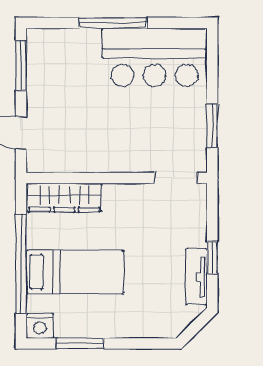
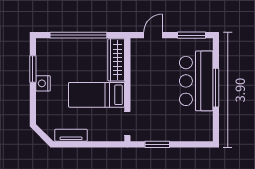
bar counter: (155, 57) -> (196, 81), moved
window: (212, 257) -> (82, 144), removed
bed: (75, 272) -> (97, 95), moved, turned 90
nightstand: (40, 326) -> (43, 83), moved

